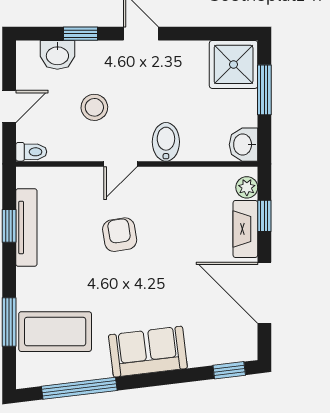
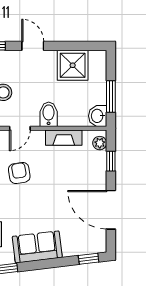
shower: (234, 64) -> (73, 65), moved
window: (264, 90) -> (111, 97), moved
fireplace: (245, 229) -> (64, 138), moved, turned -90

